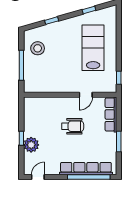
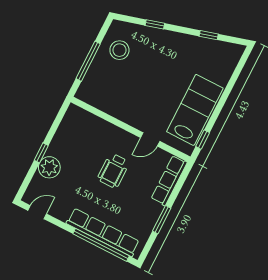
lab bench: (93, 48) -> (195, 110), moved
wheelchair: (73, 126) -> (113, 171), turned 90

